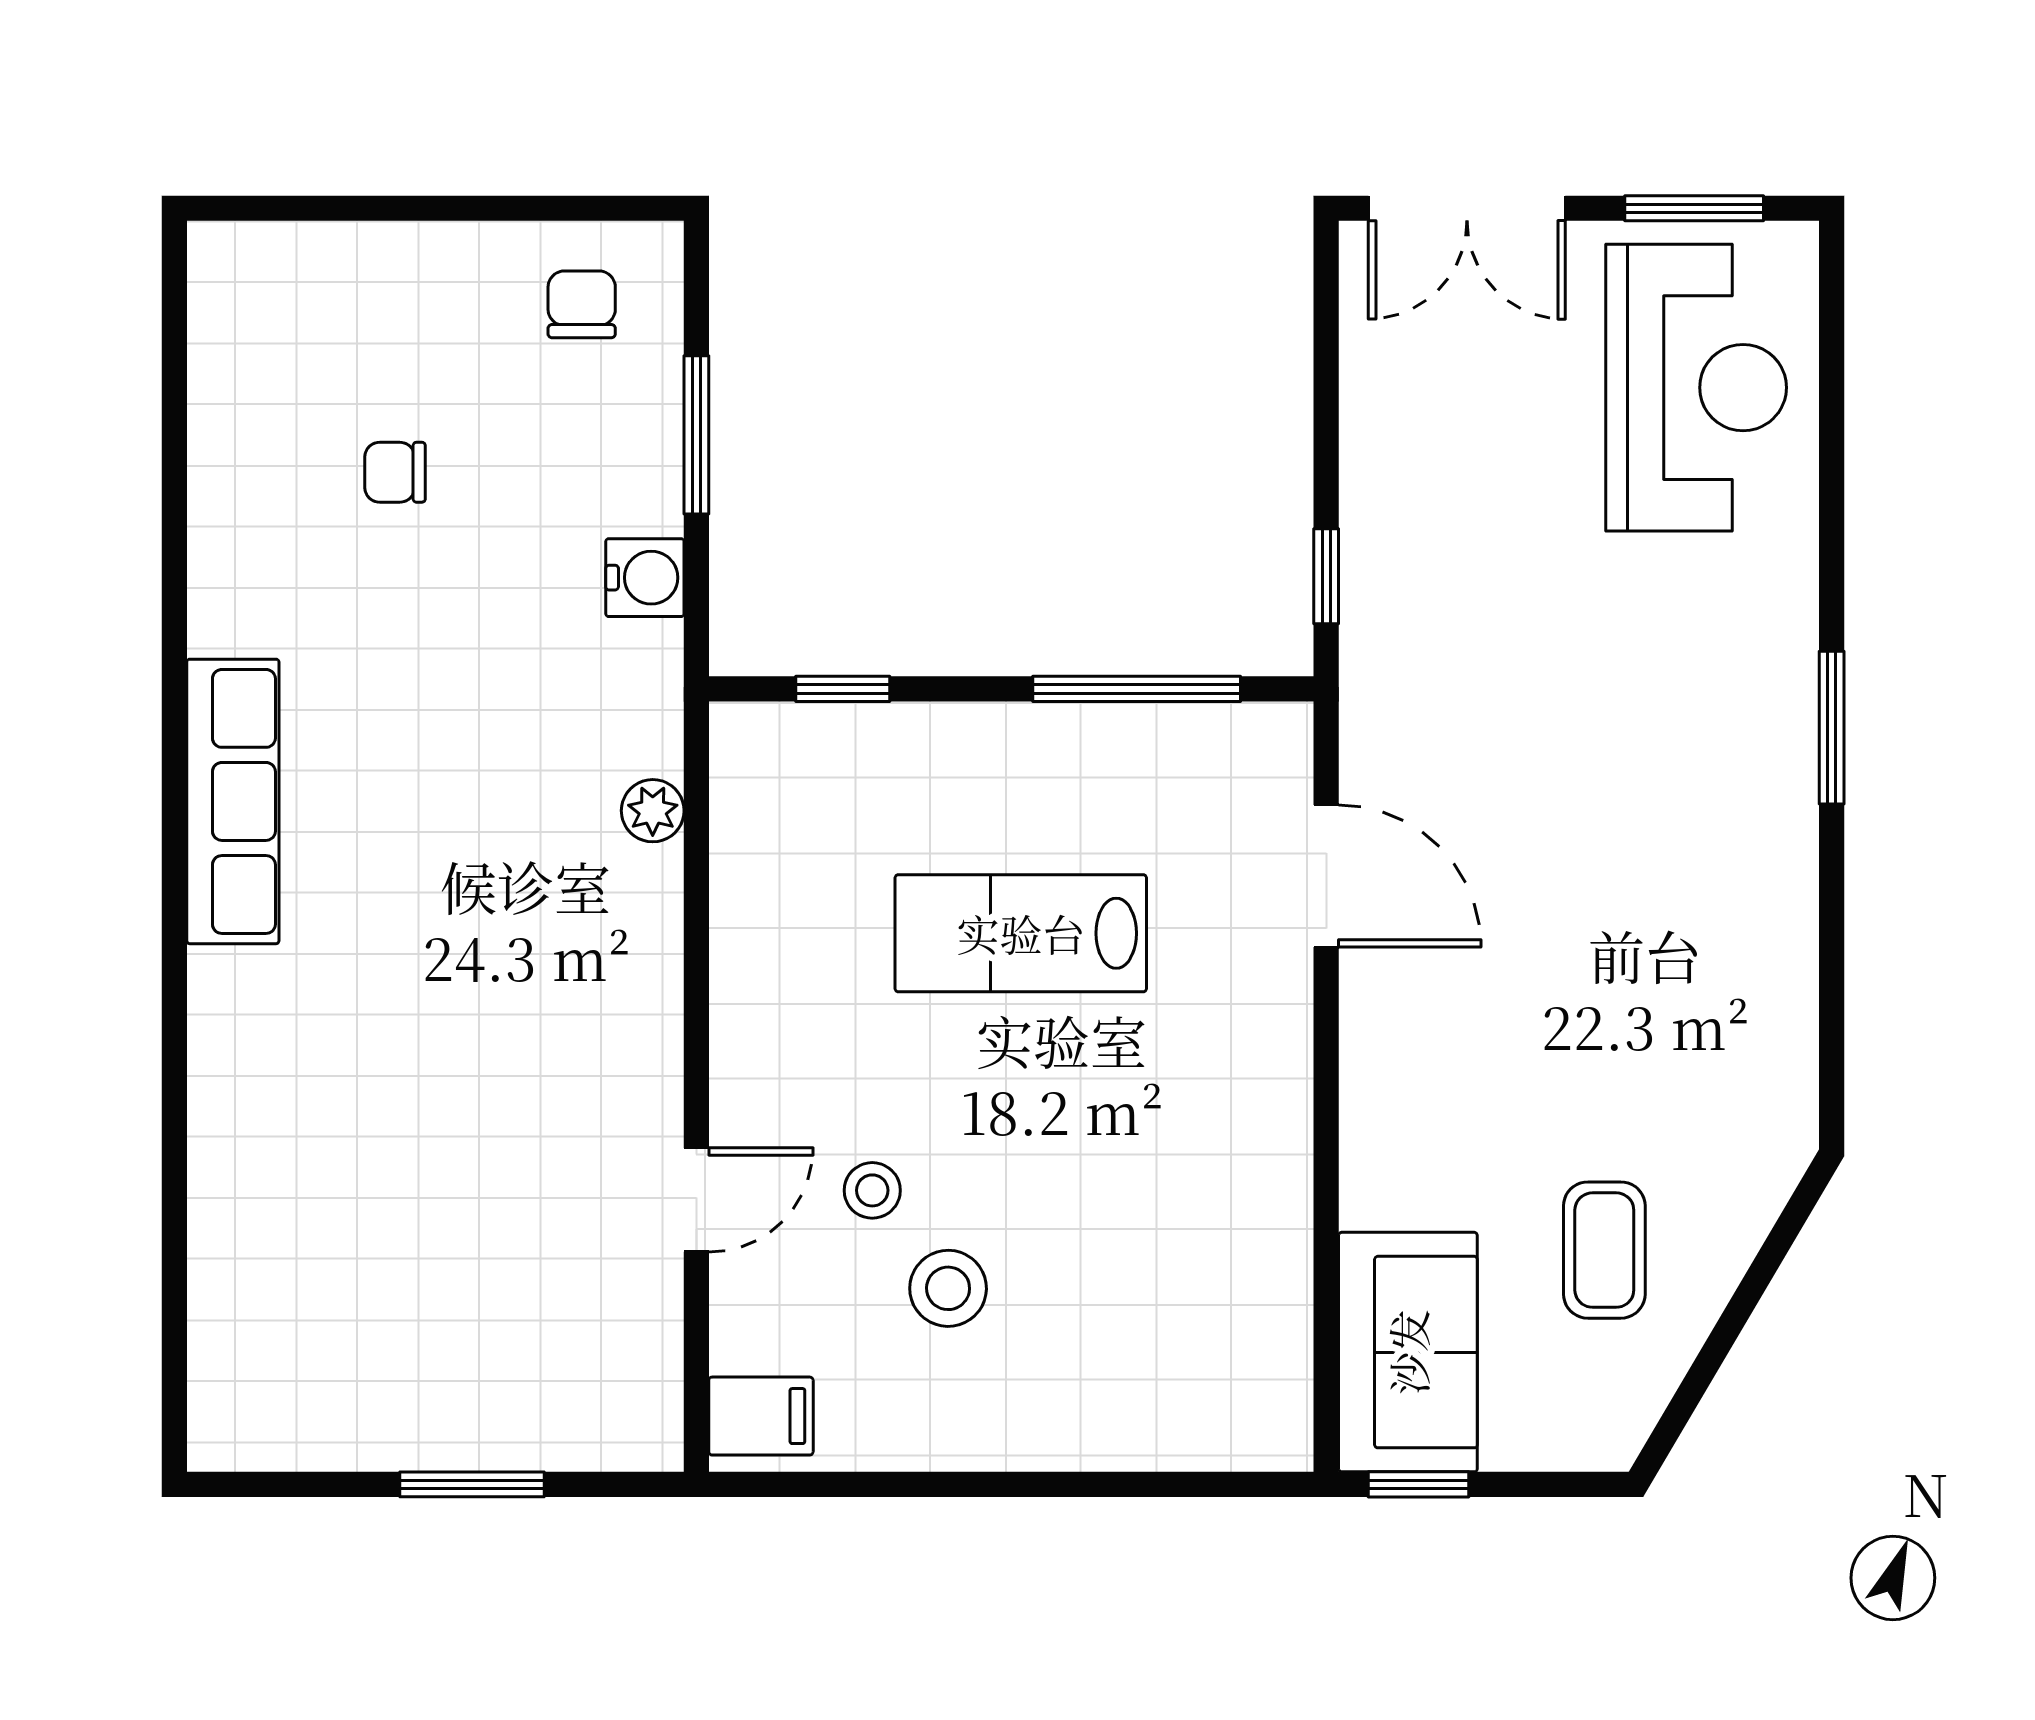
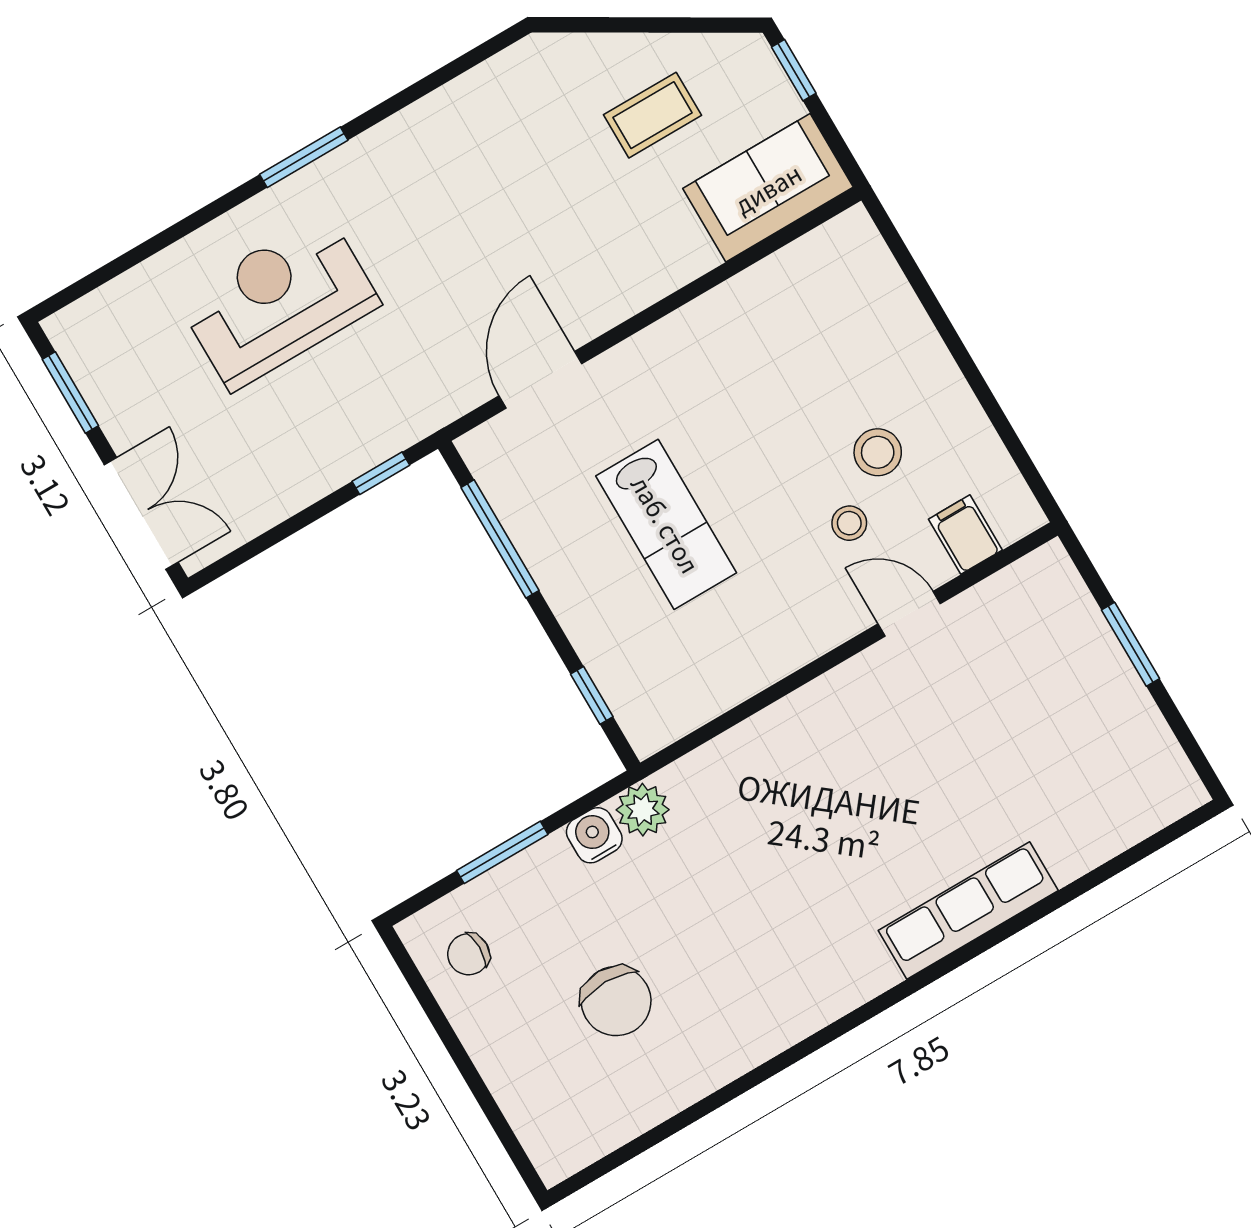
reception desk: (1696, 388) -> (279, 302), moved
chair: (395, 472) -> (616, 1001), width x1.87, depth x1.87
row of seats: (233, 801) -> (968, 911), moved
plant: (653, 811) -> (643, 810), moved, width x1.38, depth x1.38
filing cabinet: (761, 1416) -> (965, 535), moved
window: (1418, 1484) -> (794, 70), moved

